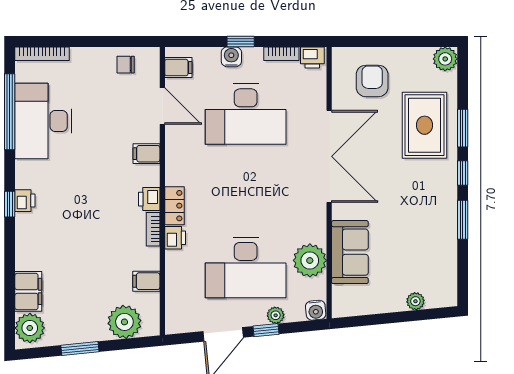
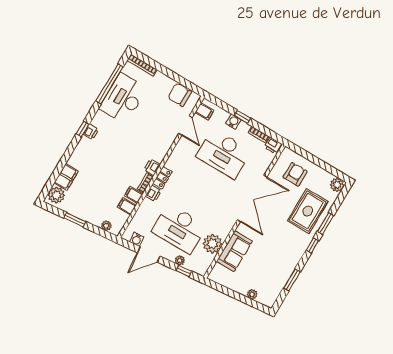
chair: (126, 65) -> (180, 95), width x1.87, depth x1.87
filing cabinet: (146, 154) -> (134, 195), moved
window: (463, 220) -> (292, 280), moved
water cooler: (316, 310) -> (137, 239), moved
plant: (124, 322) -> (106, 226), width x0.53, depth x0.53
window: (266, 330) -> (184, 271), moved

